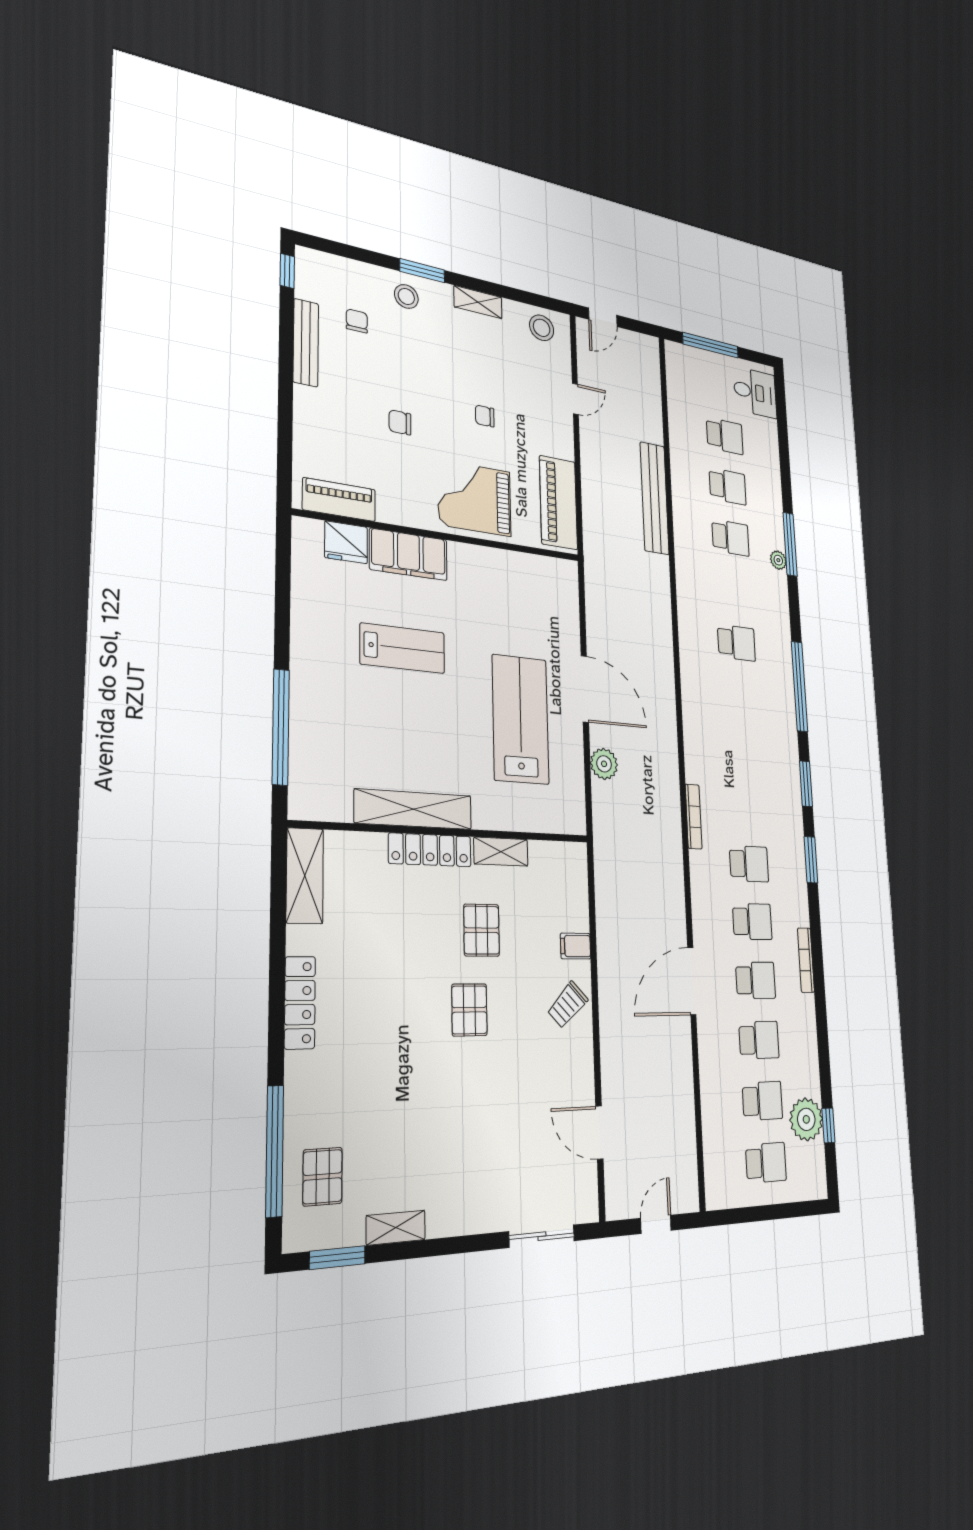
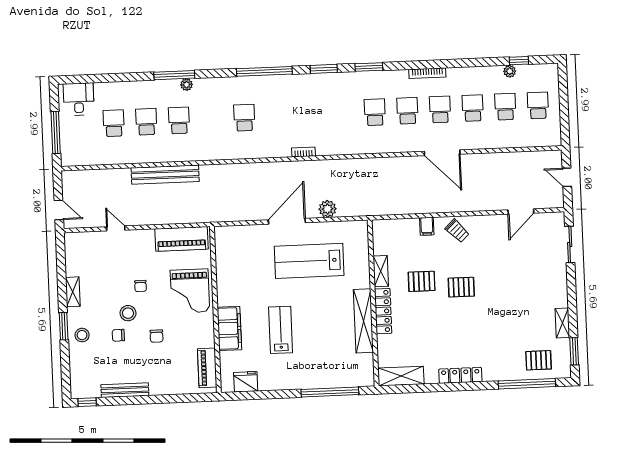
chair: (357, 321) -> (118, 335), moved
stool: (542, 328) -> (128, 313), moved
fridge: (346, 542) -> (246, 382), moved, turned -90
bookcase: (694, 816) -> (304, 152), moved, width x0.64
plant: (806, 1119) -> (510, 71), width x0.53, depth x0.53

